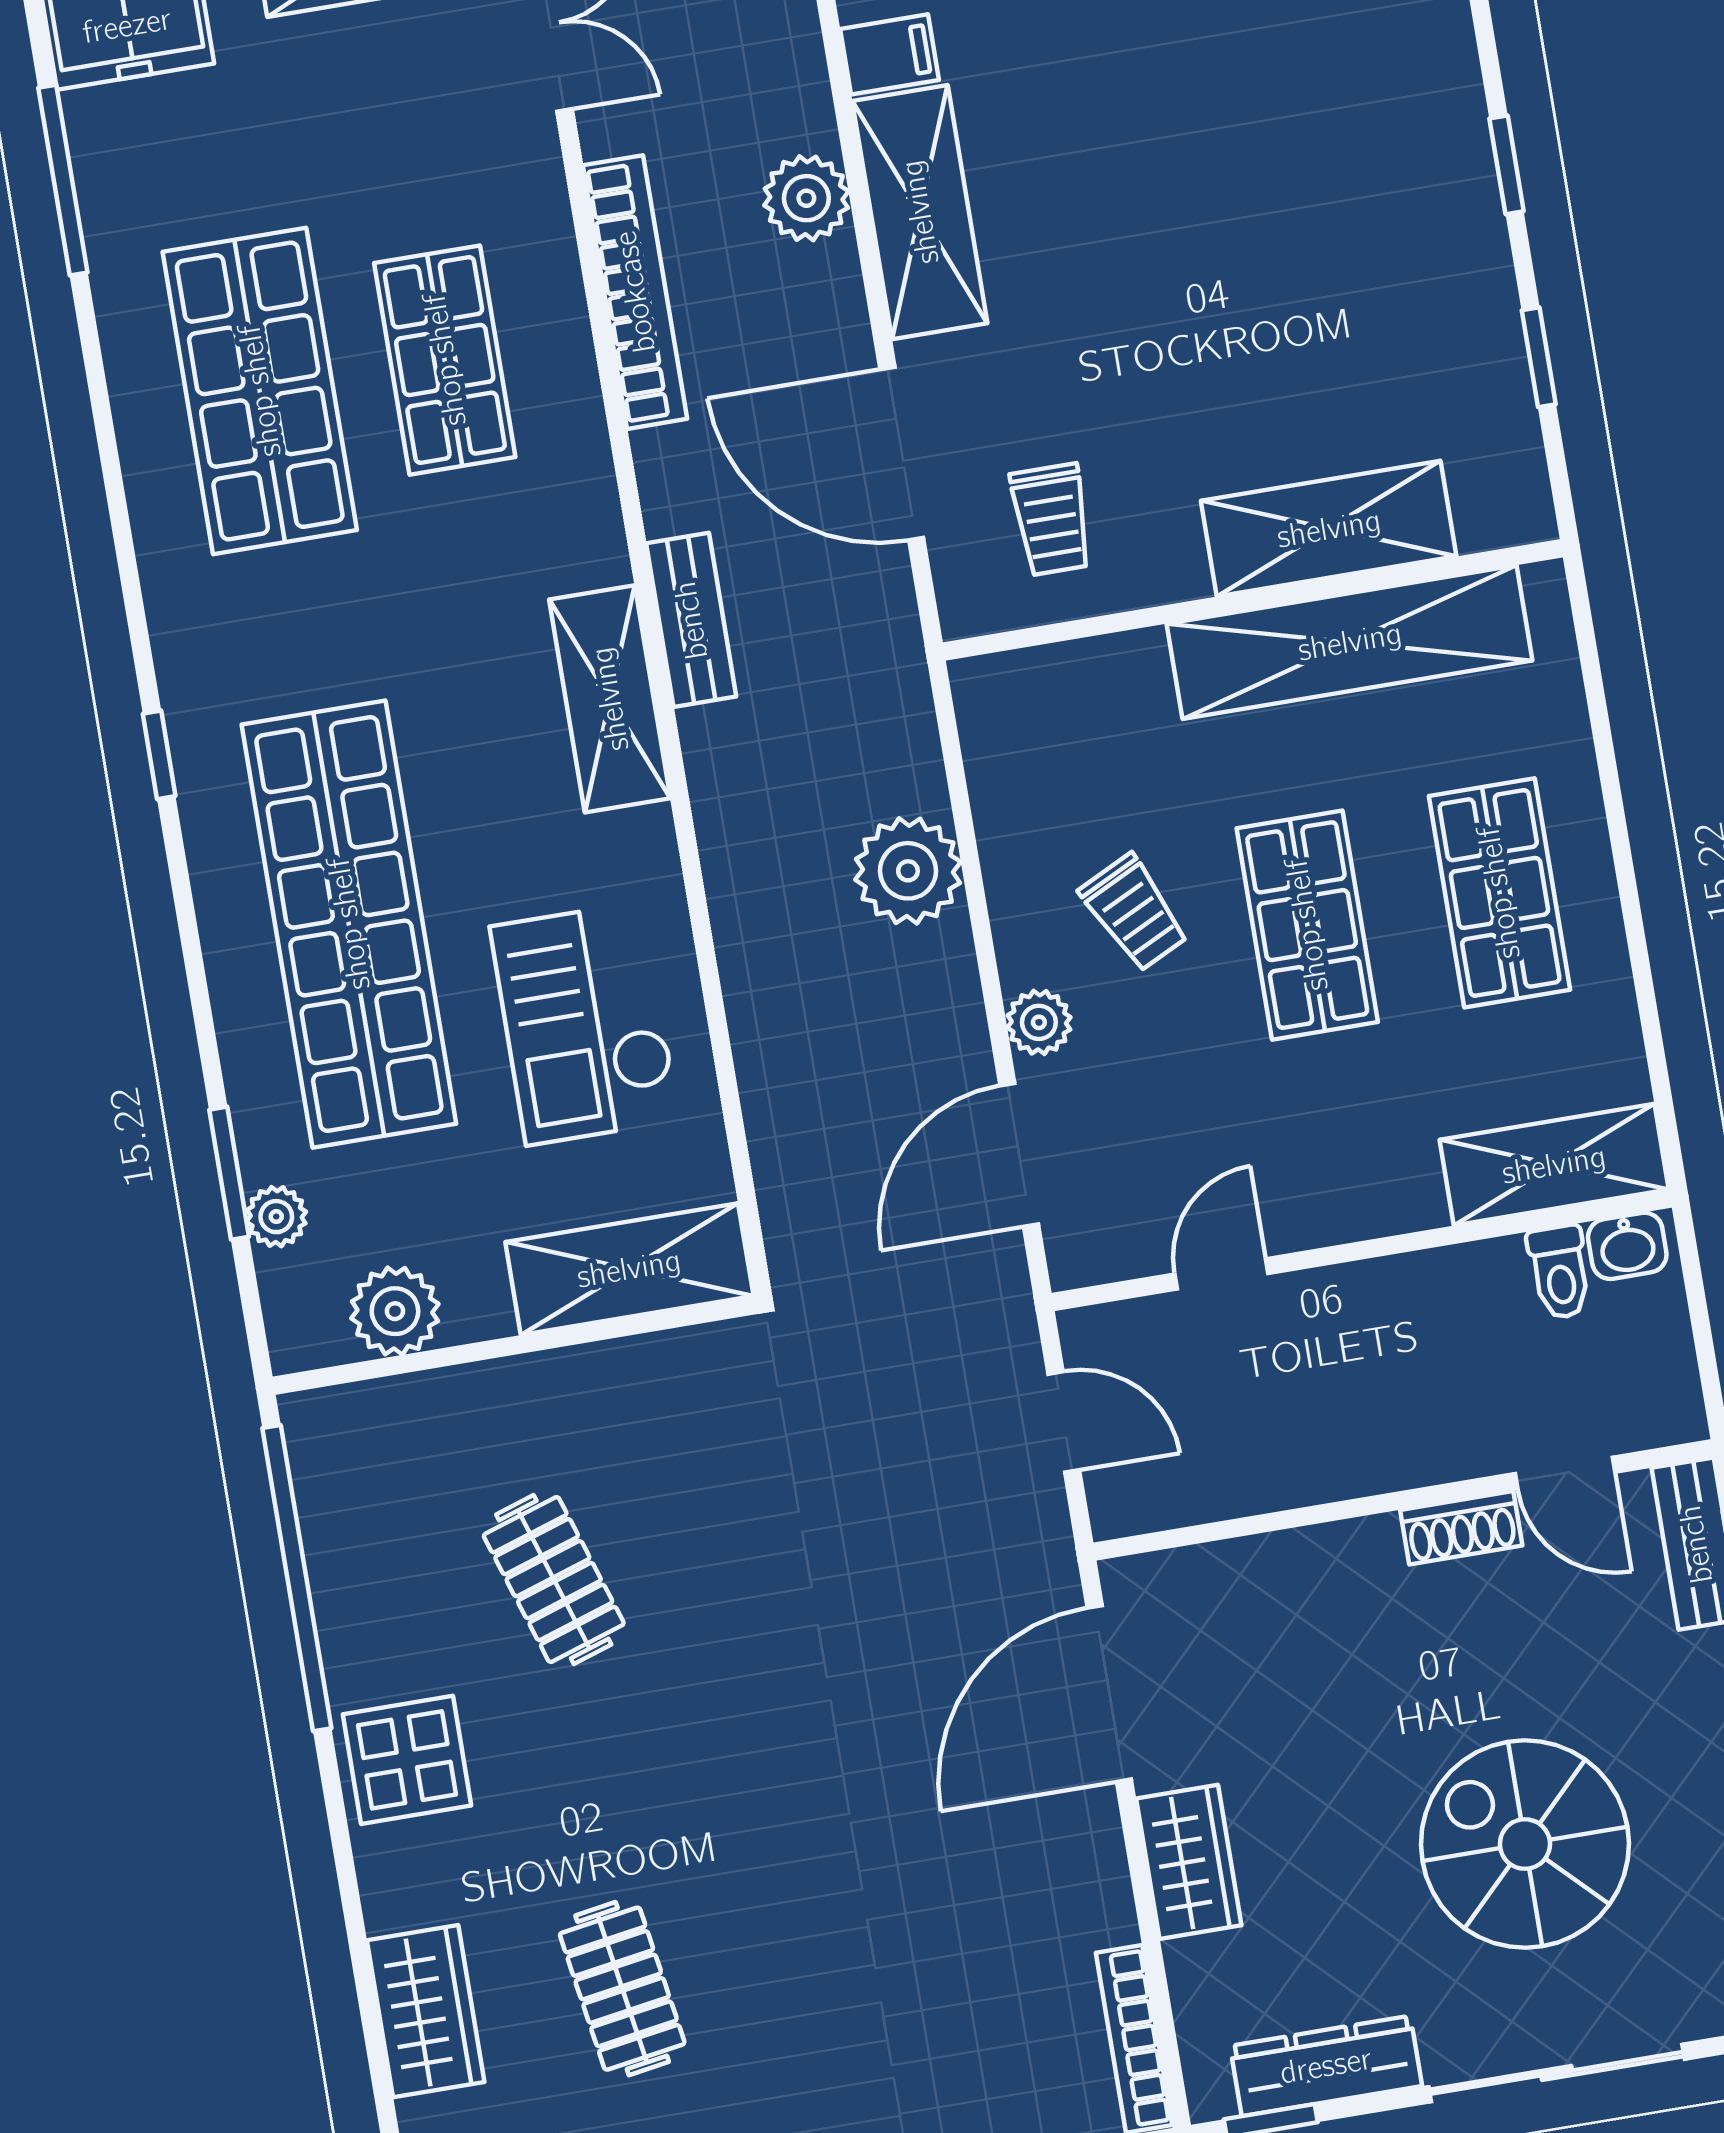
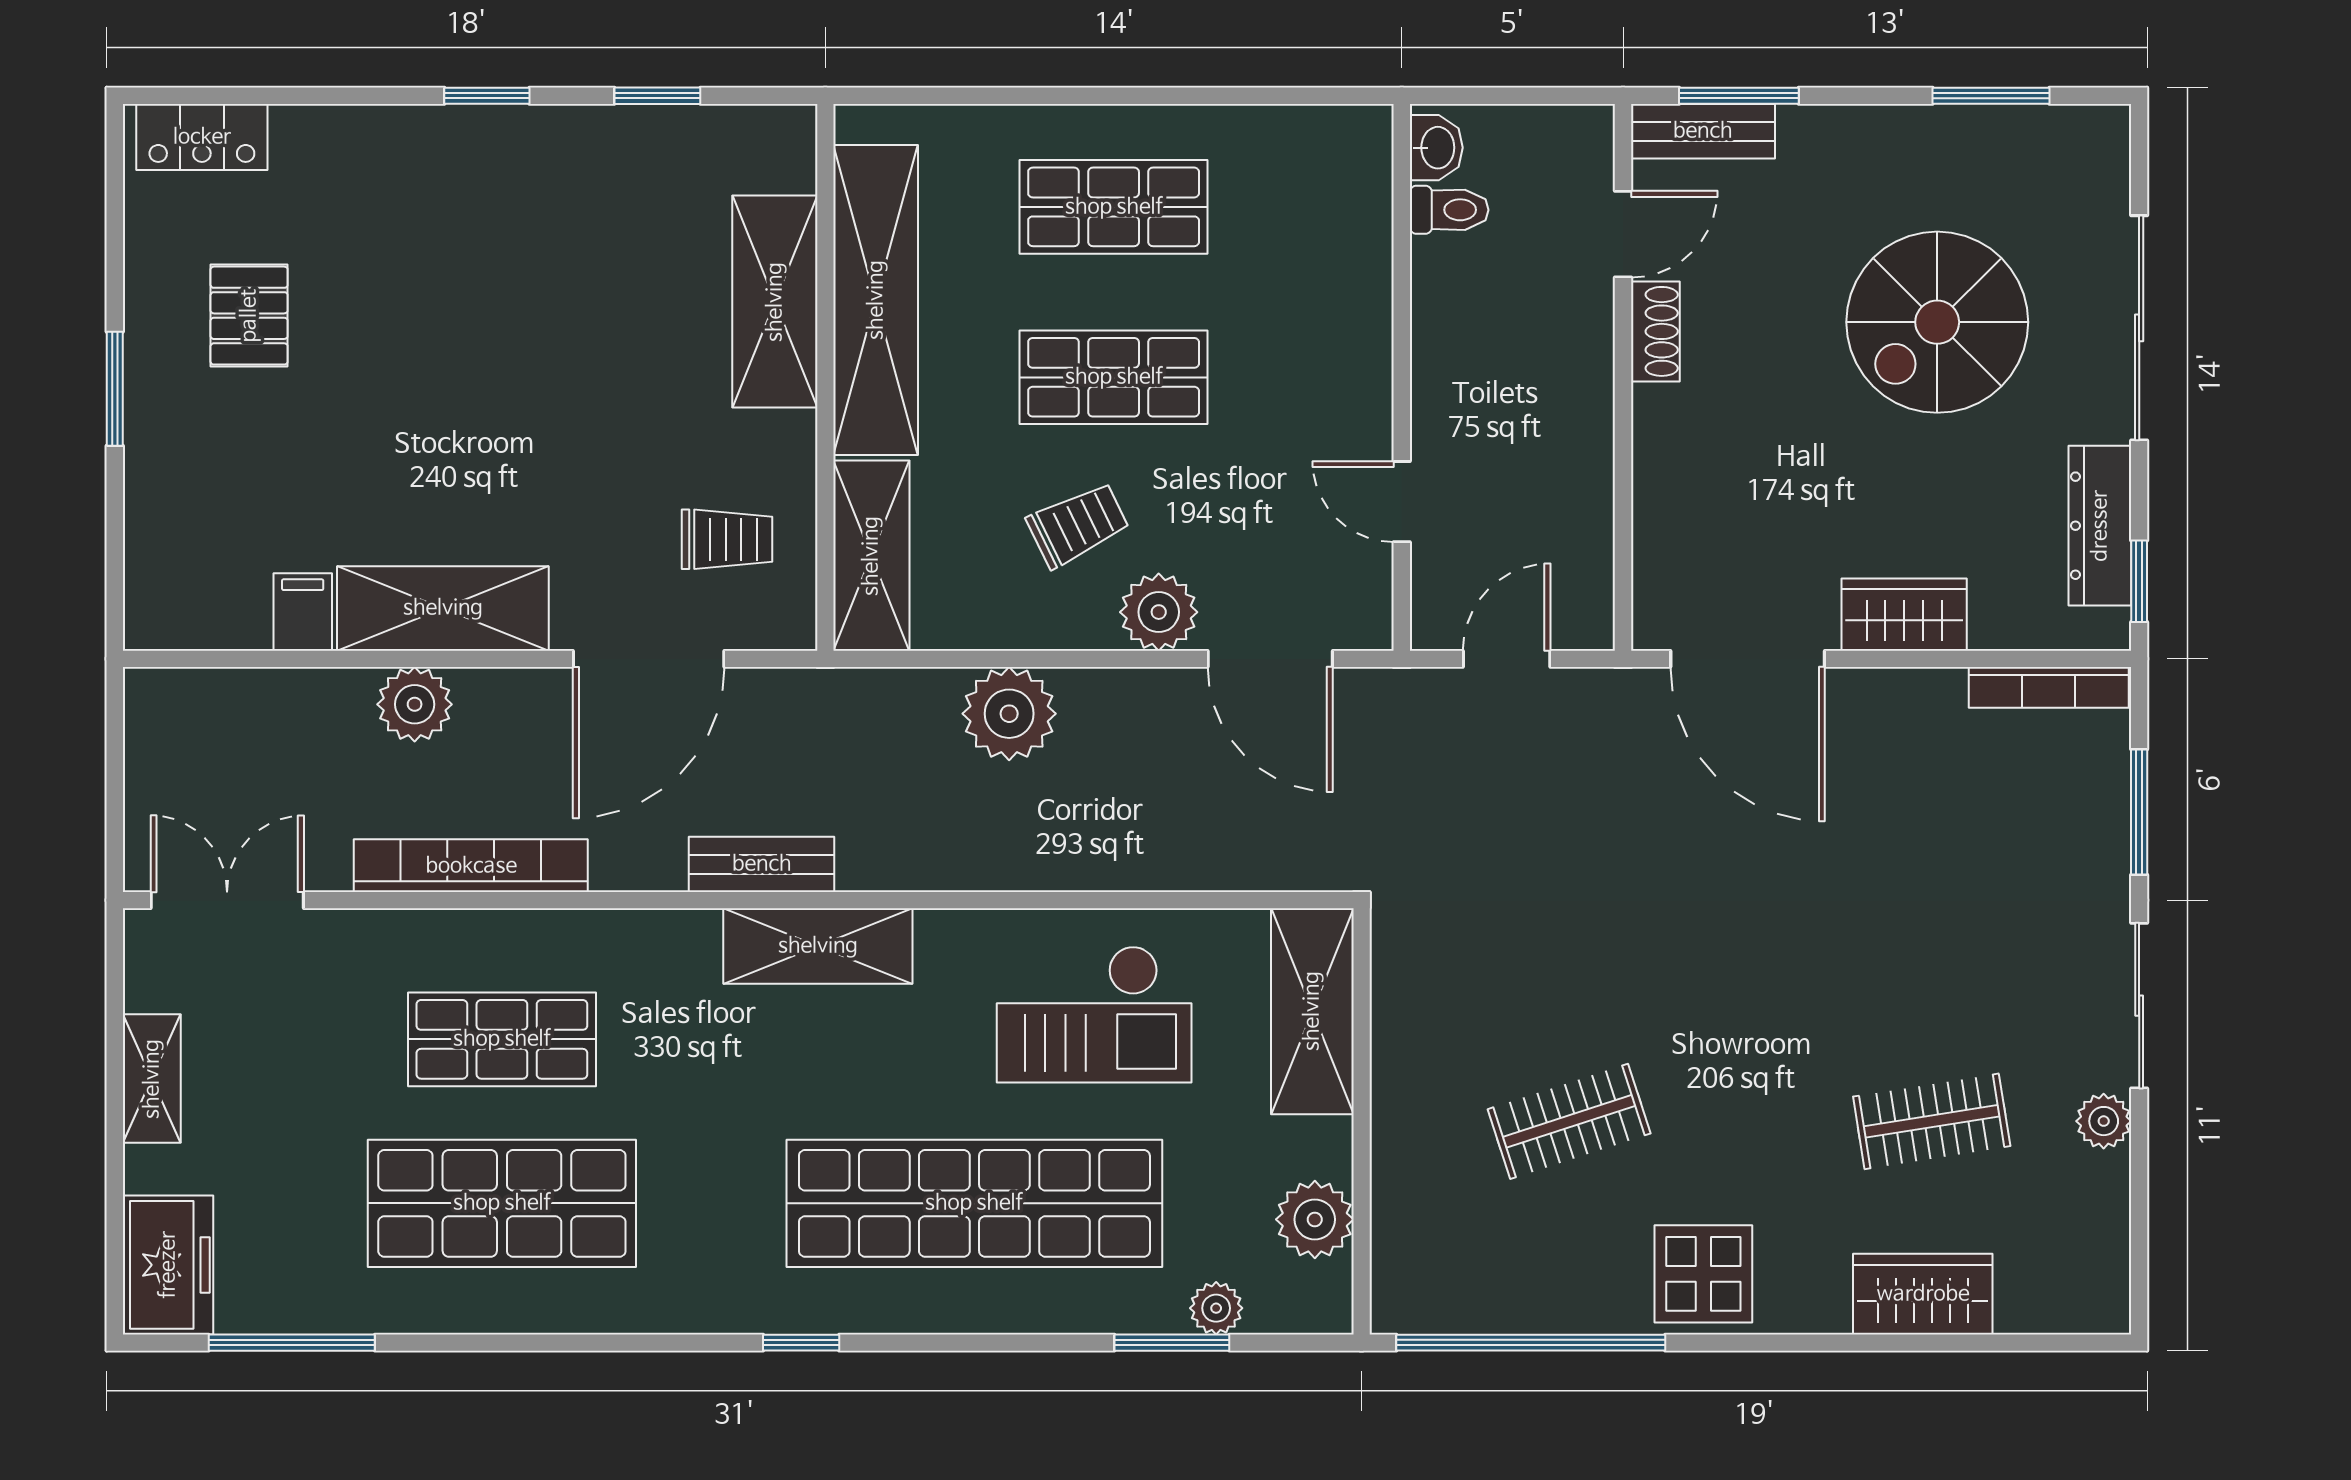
plant: (1039, 1022) -> (1159, 612), width x1.38, depth x1.38
shelving: (1554, 1165) -> (871, 556), moved

